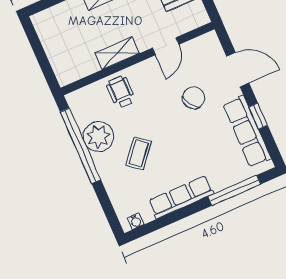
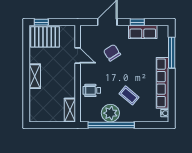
shelving: (117, 53) -> (70, 110), moved
row of seats: (247, 131) -> (143, 32), width x0.68
row of seats: (181, 197) -> (163, 83), width x1.36

